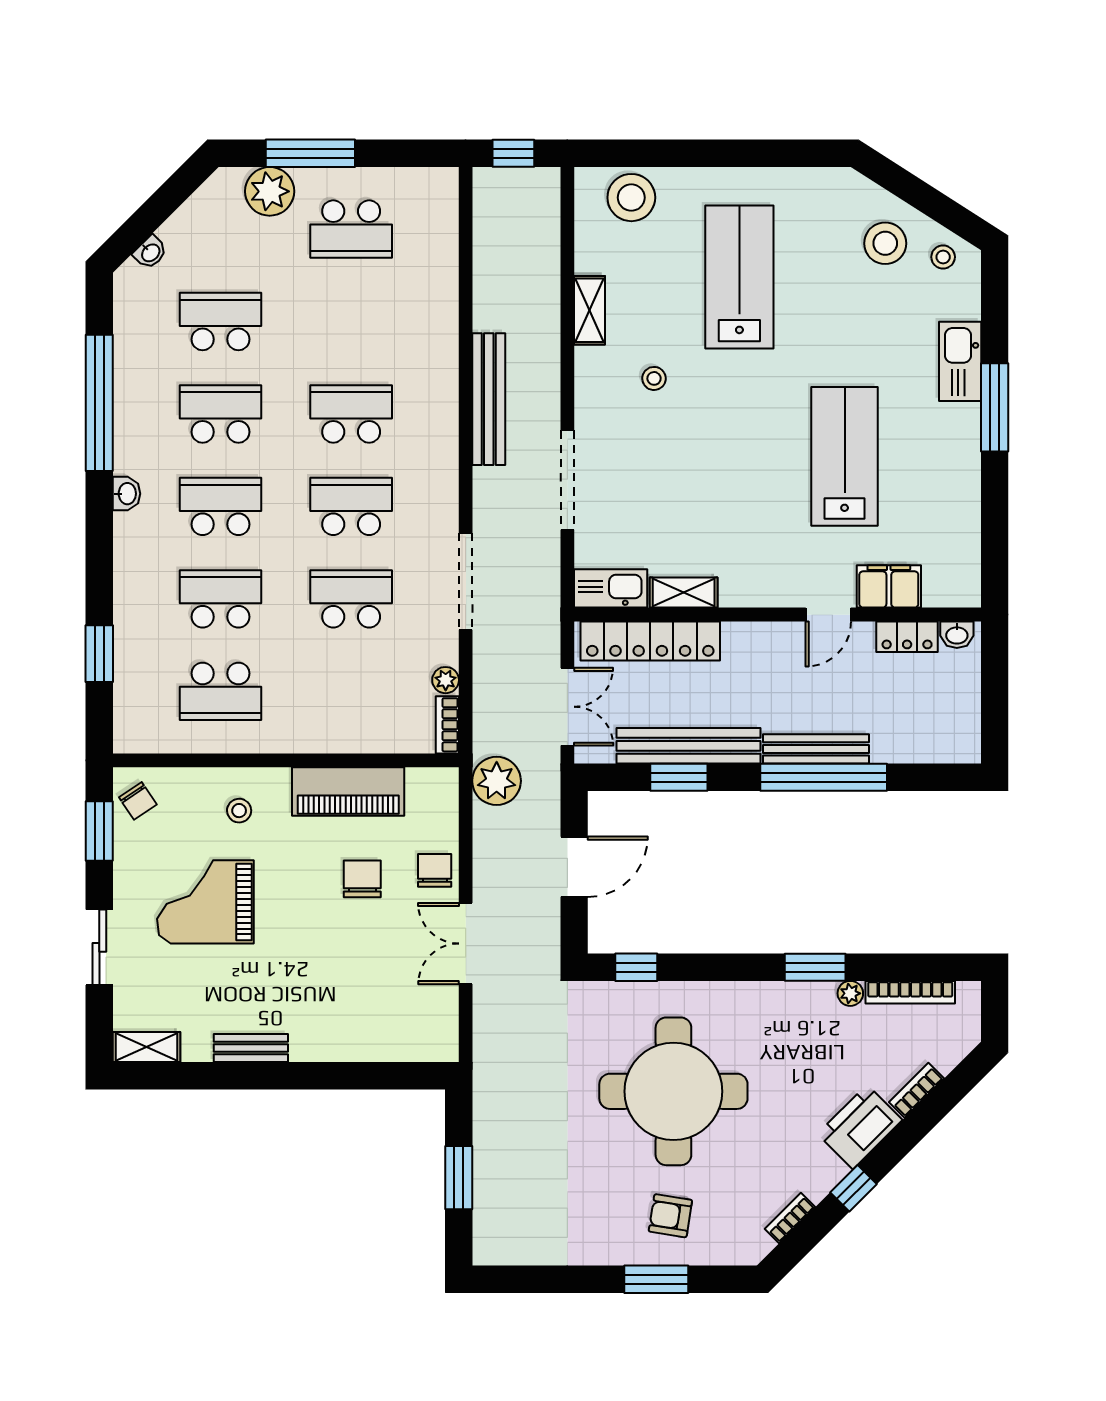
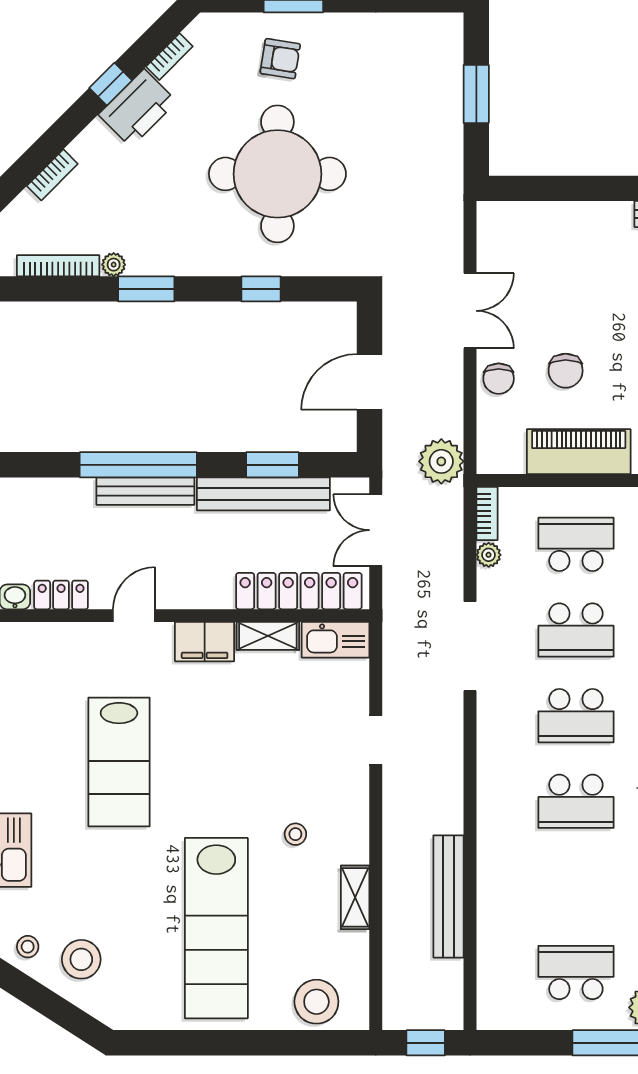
lab bench: (739, 277) -> (216, 928), width x1.36
bench: (489, 399) -> (448, 896), moved
doorway: (567, 480) -> (376, 740), width x0.53
filing cabinet: (889, 586) -> (205, 642), moved
school desk: (351, 691) -> (576, 544), added
window: (636, 967) -> (261, 289), moved
printer: (860, 1127) -> (138, 108), moved

